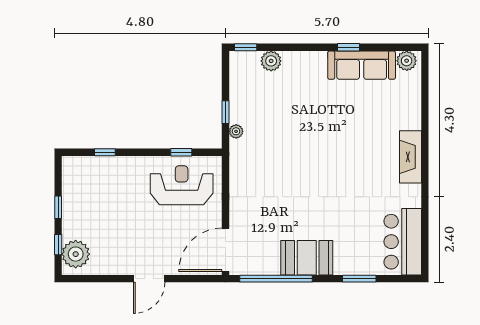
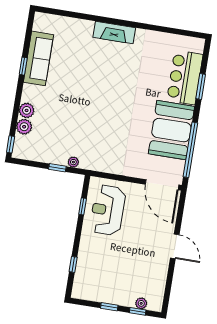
plant: (407, 61) -> (27, 110), moved
bar counter: (403, 242) -> (185, 77), moved, turned 90
plant: (76, 254) -> (141, 303), width x0.53, depth x0.53
booth: (307, 258) -> (171, 130), width x1.36, depth x1.42

